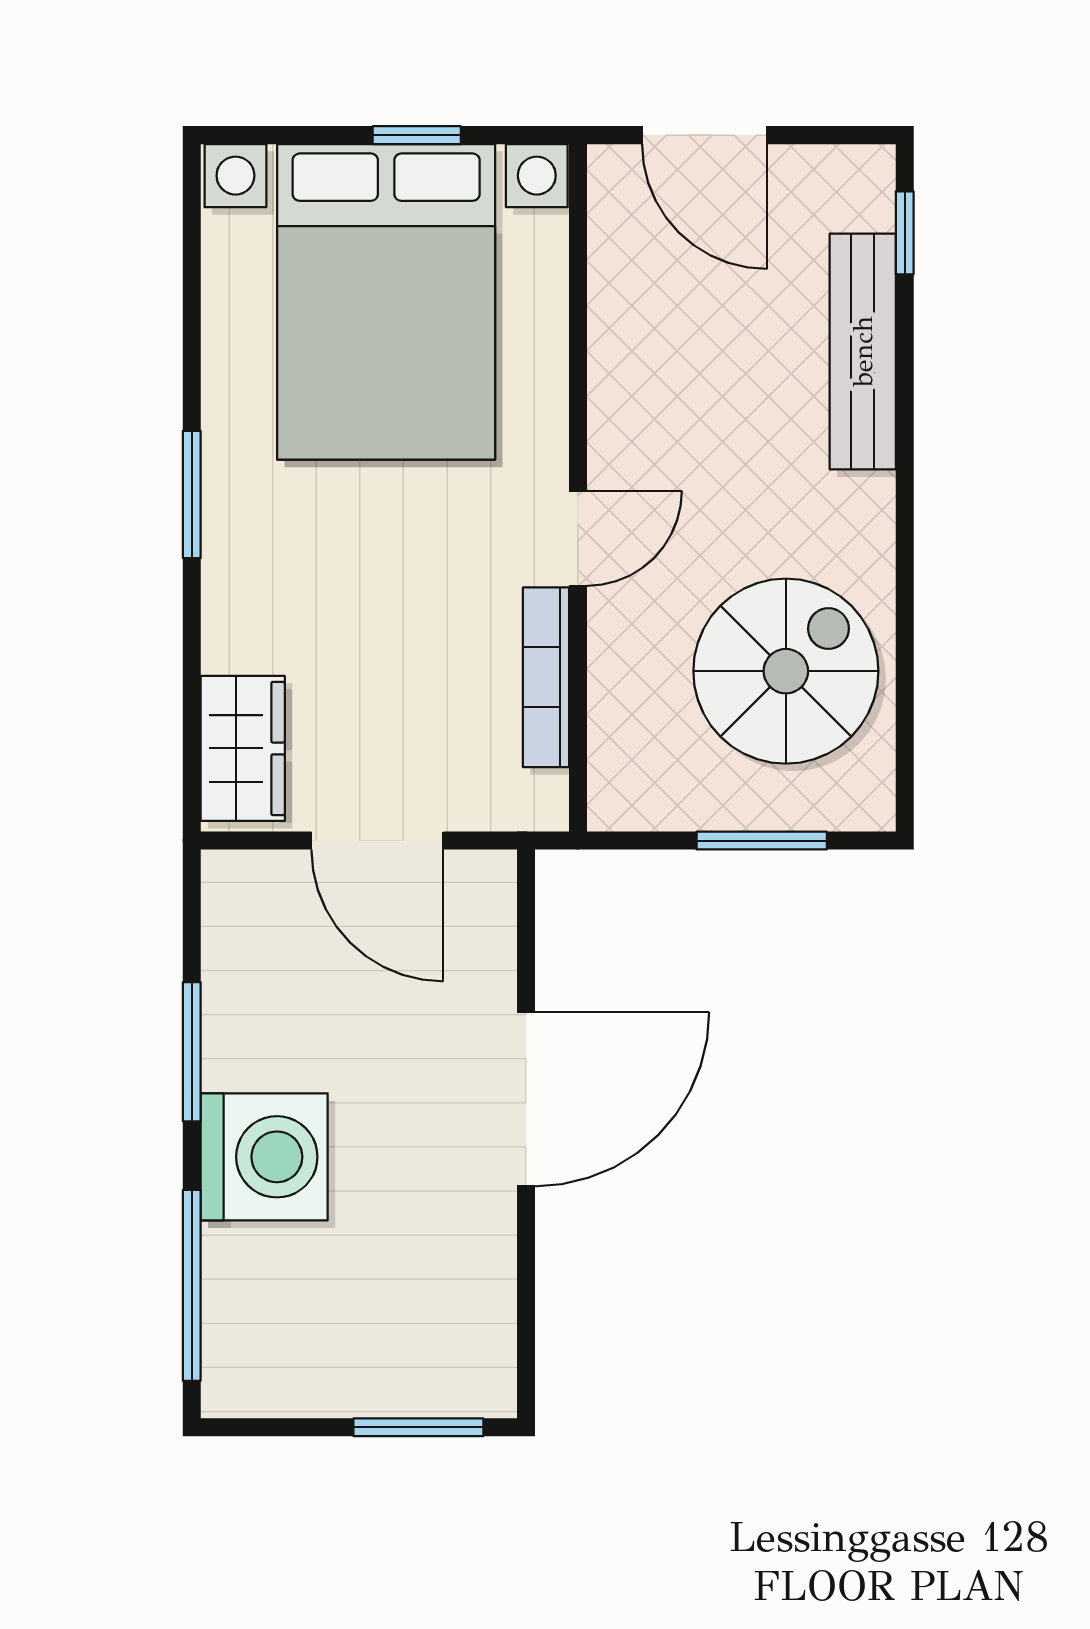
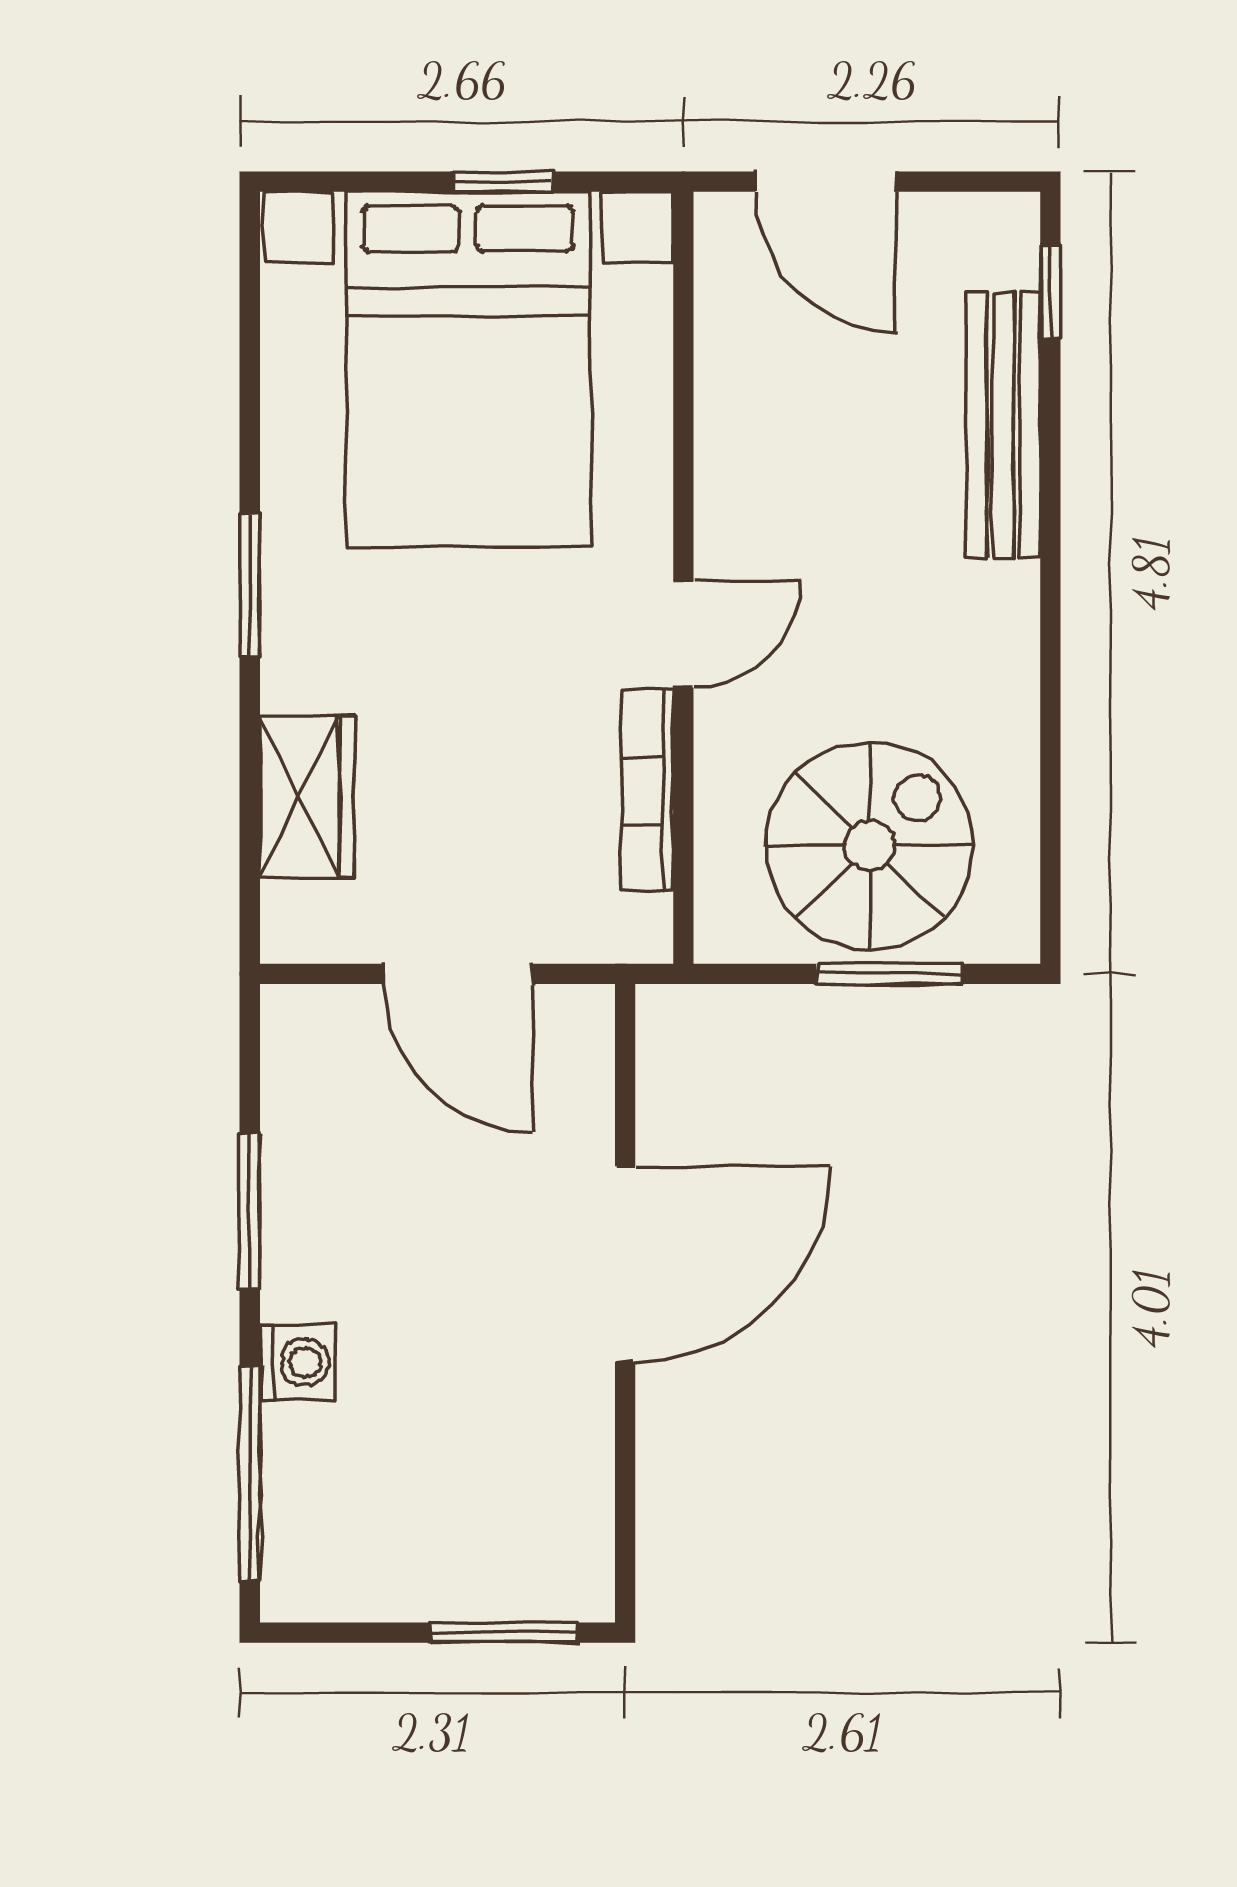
spiral stairs: (786, 671) -> (870, 846), moved
wardrobe: (243, 748) -> (307, 796), moved
washing machine: (264, 1157) -> (298, 1362), width x0.53, depth x0.53

